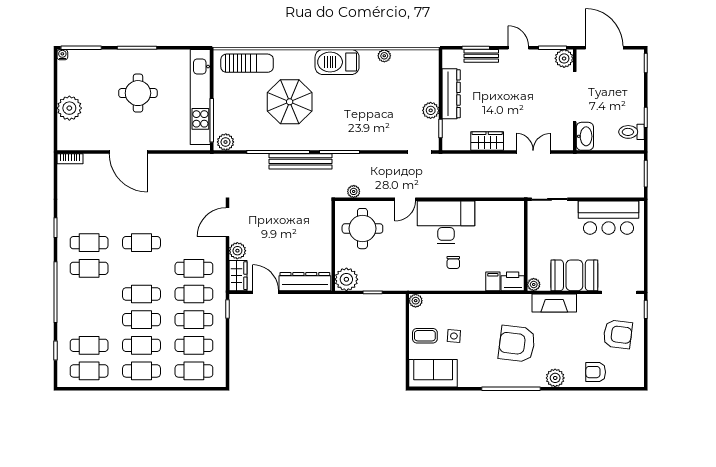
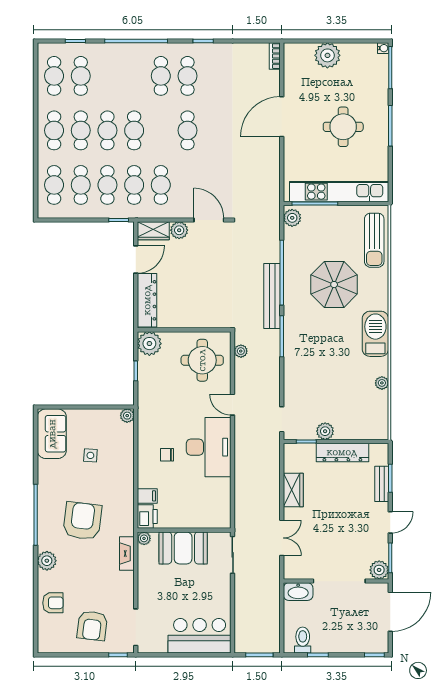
bar counter: (609, 218) -> (200, 636), moved, turned 90
booth: (574, 275) -> (183, 548), moved, turned 90
fireplace: (554, 303) -> (127, 553), width x0.73, depth x0.76
coffee table: (425, 336) -> (91, 425), removed
armchair: (596, 372) -> (53, 603), turned 90

